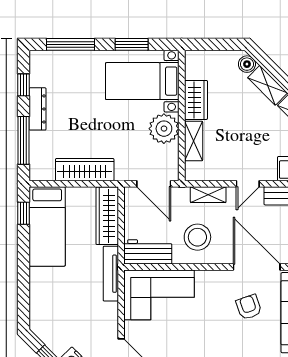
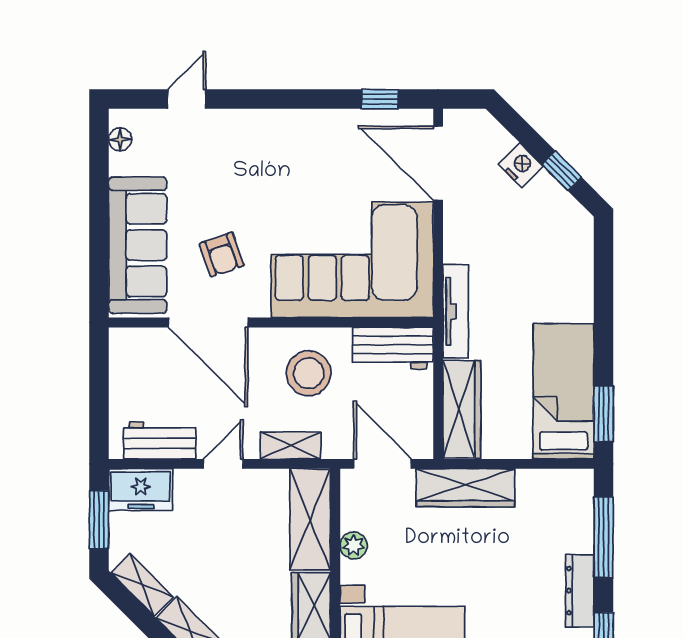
plant: (164, 129) -> (354, 545), width x0.53, depth x0.53
shelving: (194, 141) -> (310, 519), width x1.50, depth x1.33
wardrobe: (85, 170) -> (465, 488), moved
window: (24, 213) -> (604, 414), width x1.50
corner sofa: (159, 295) -> (352, 260), width x1.36, depth x1.36

